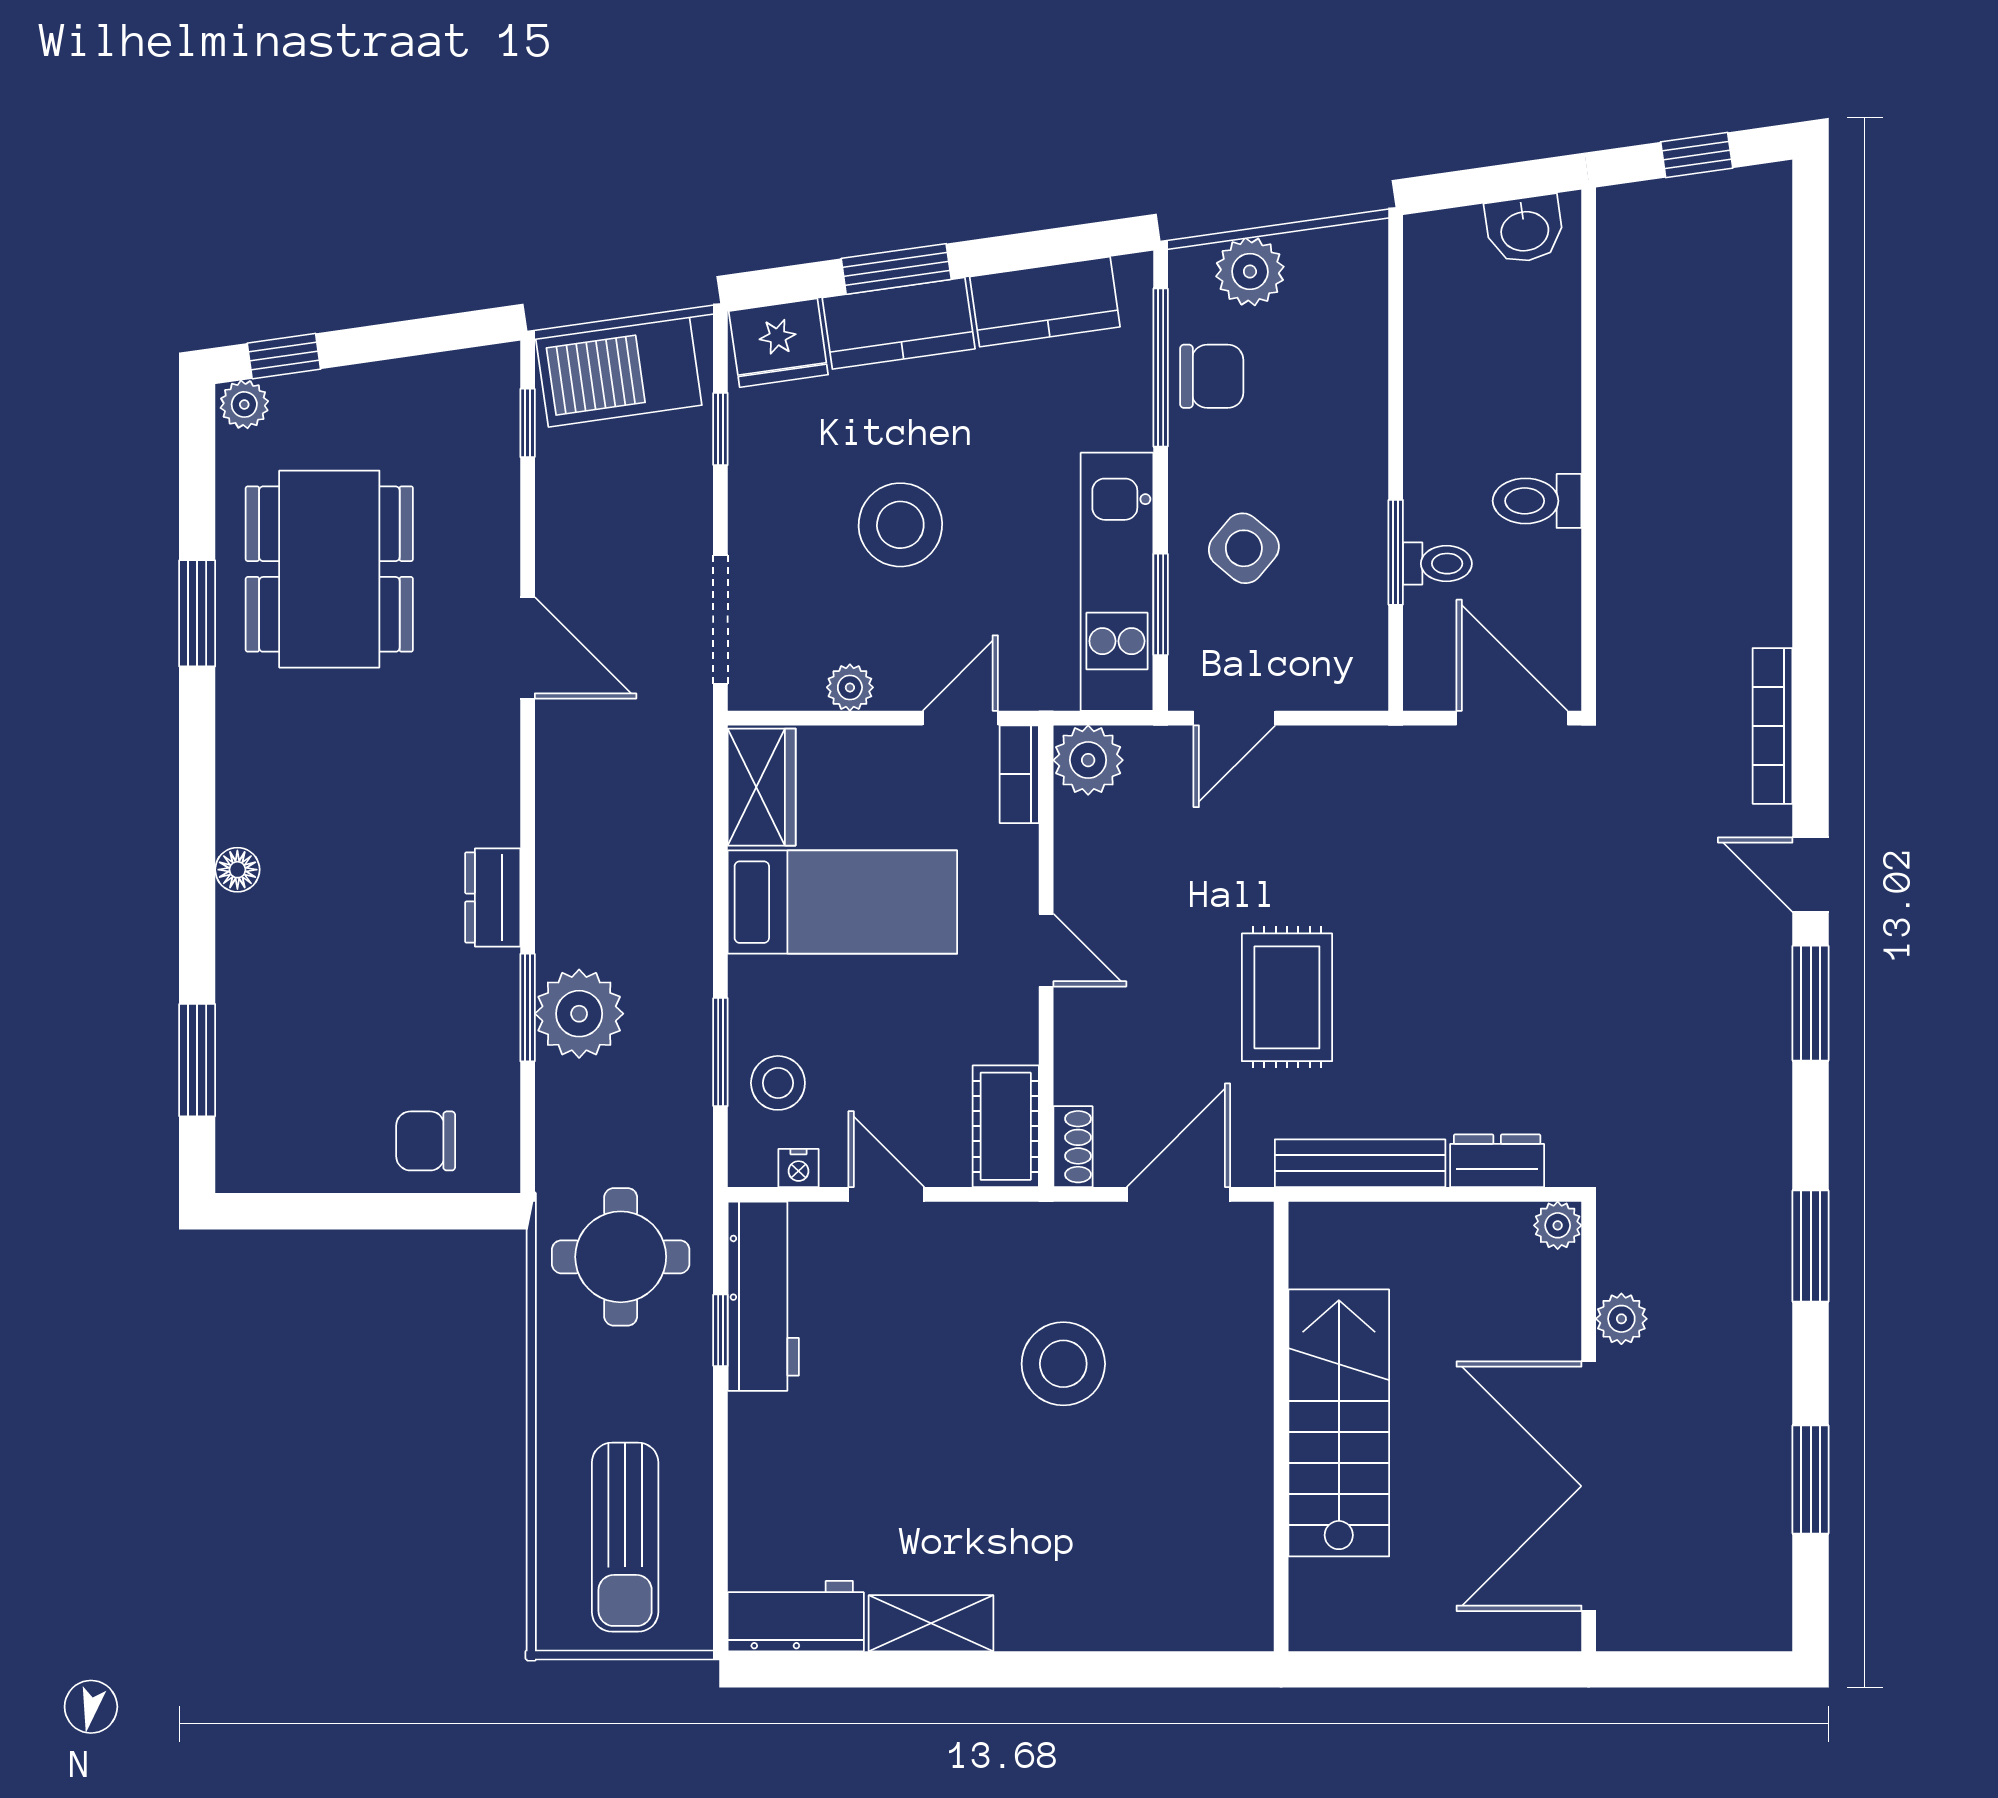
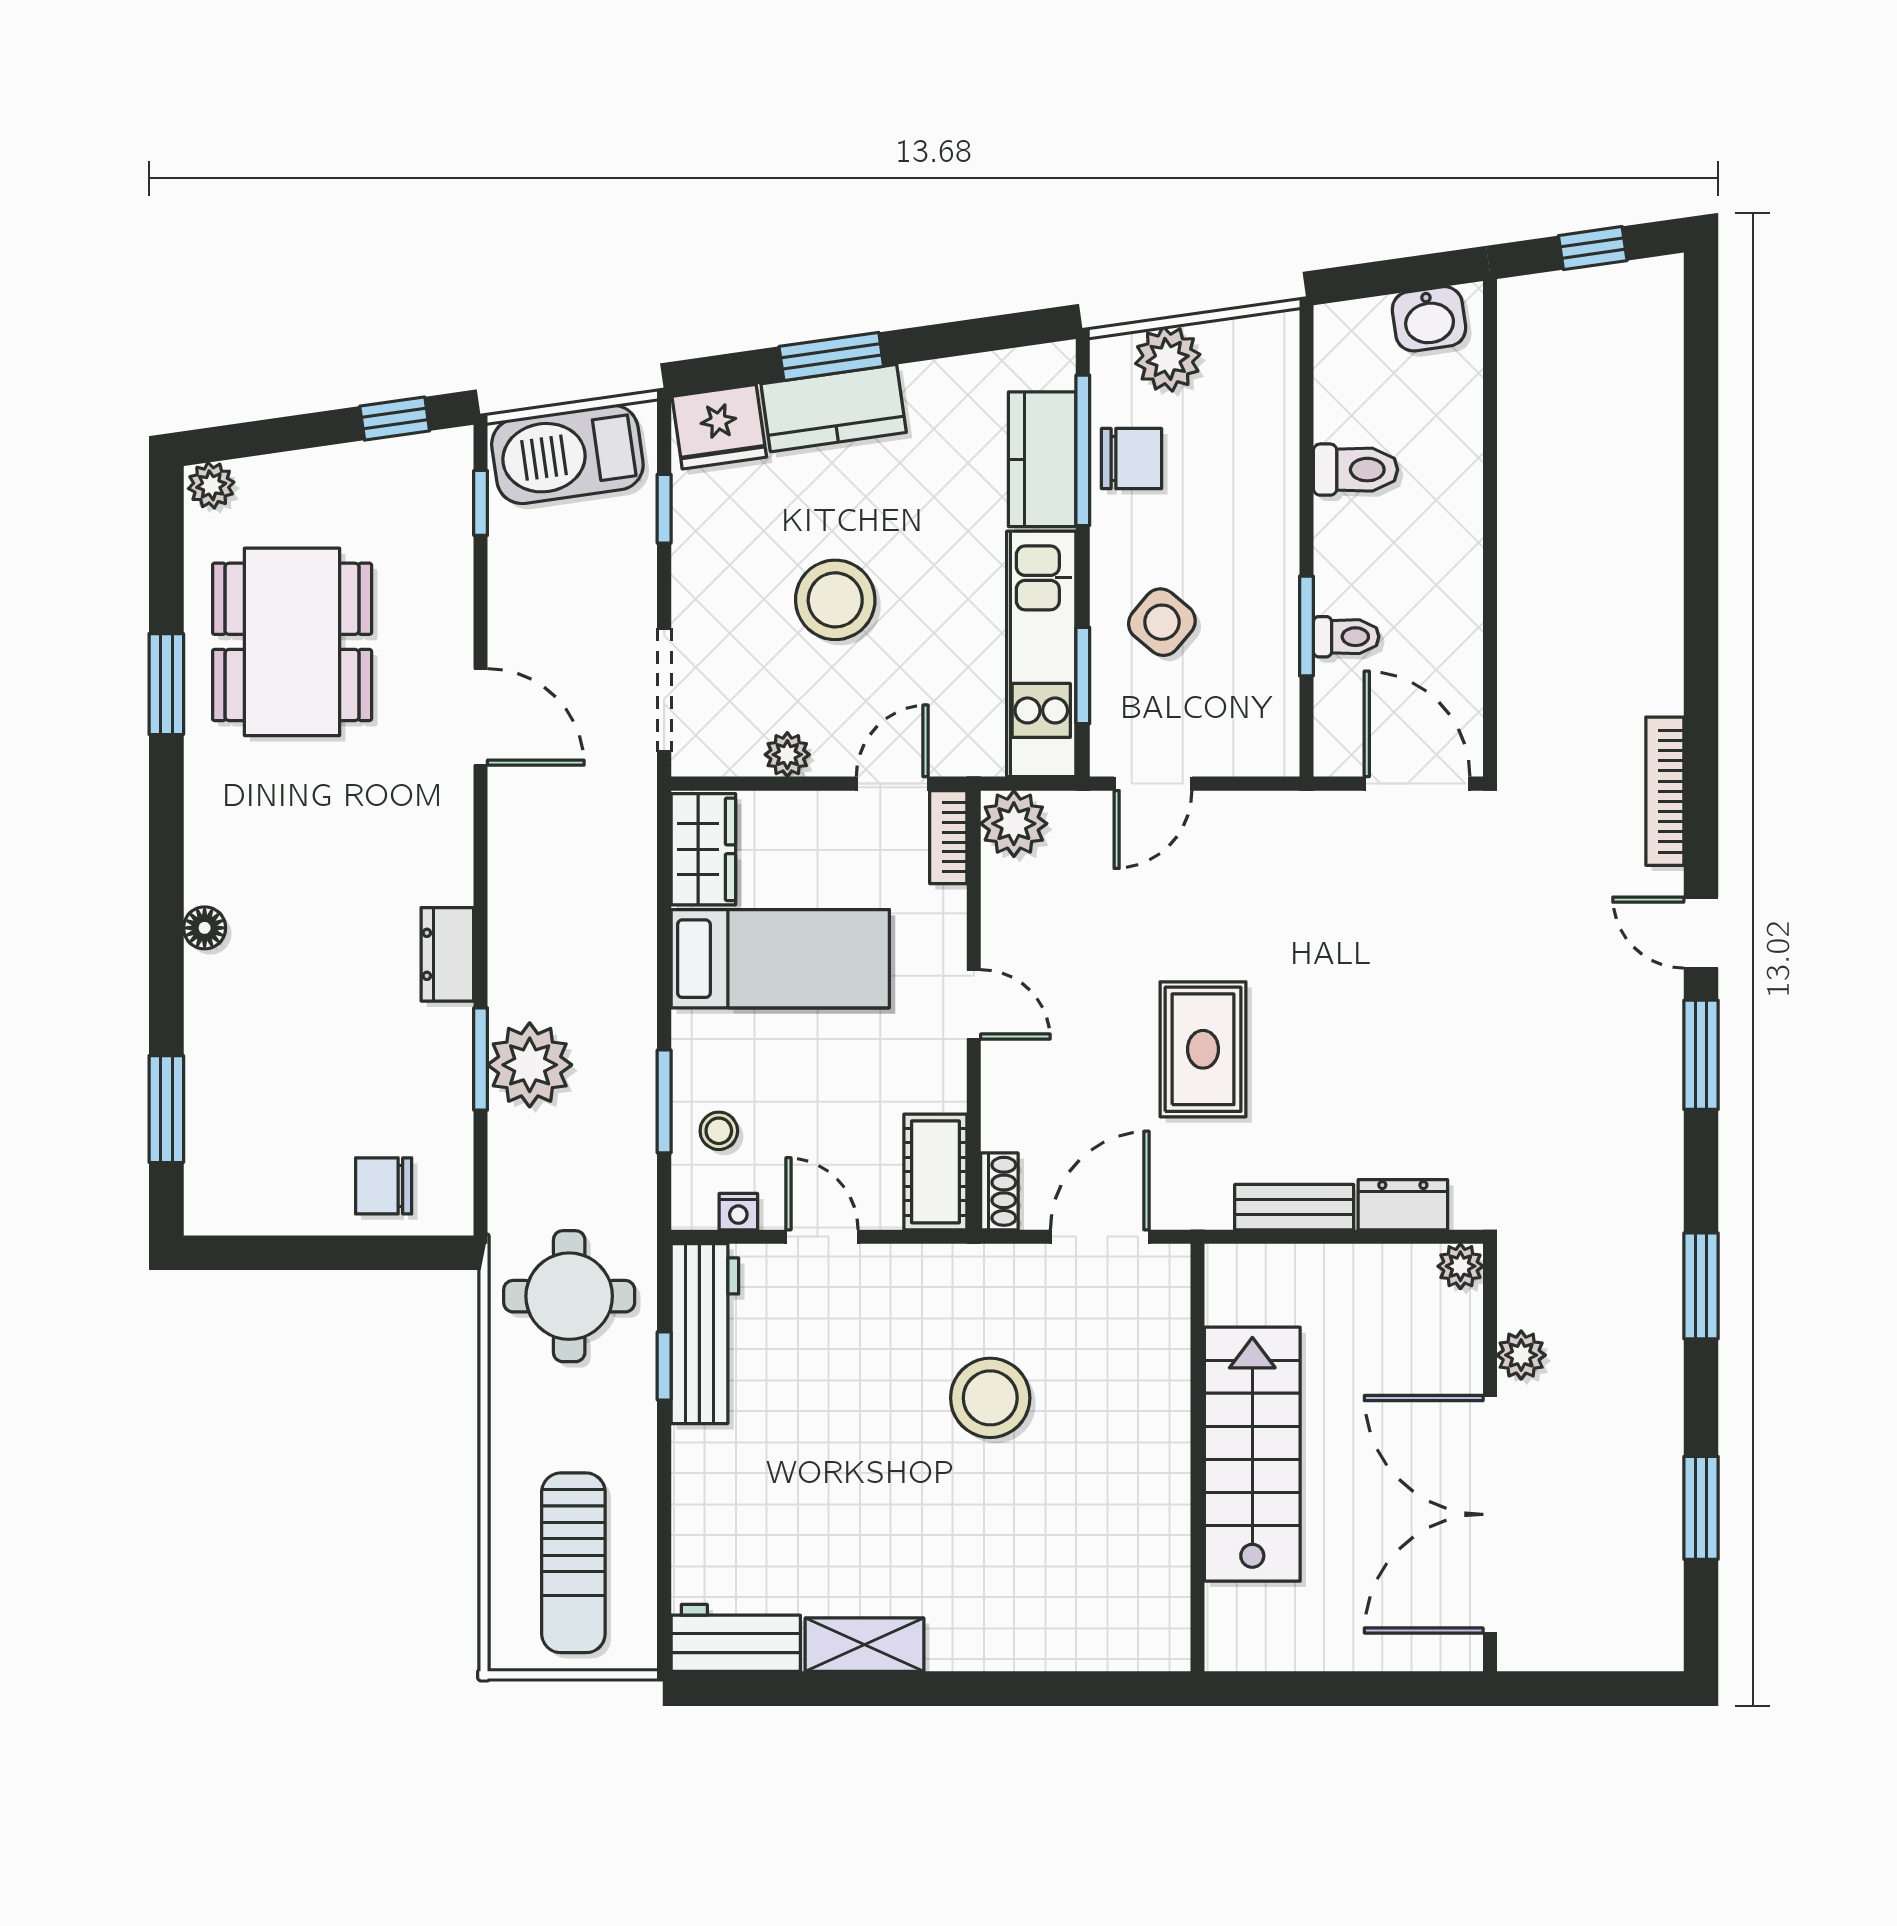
kitchen counter: (1045, 302) -> (1042, 459), moved, turned 98
window: (284, 356) -> (395, 419), moved
toilet: (1537, 501) -> (1356, 470), moved, turned 180
stool: (778, 1083) -> (719, 1131), width x0.73, depth x0.73
bench: (1360, 1163) -> (1294, 1207), width x0.73

